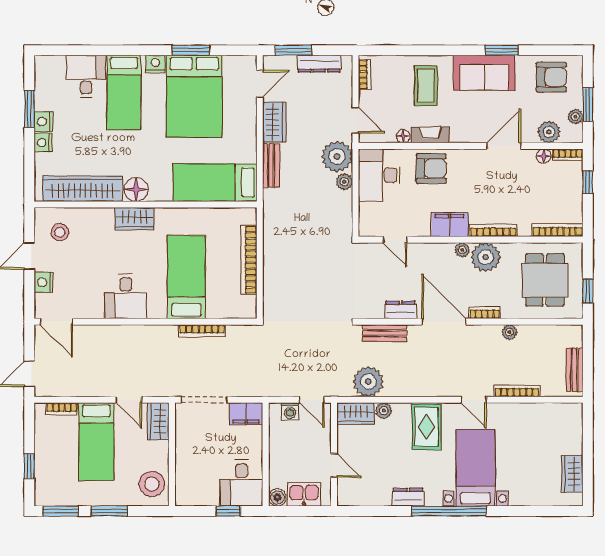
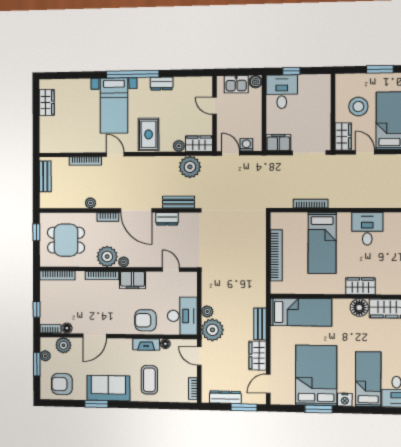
dining table: (545, 280) -> (66, 240), turned 90
stool: (152, 484) -> (358, 107), moved

